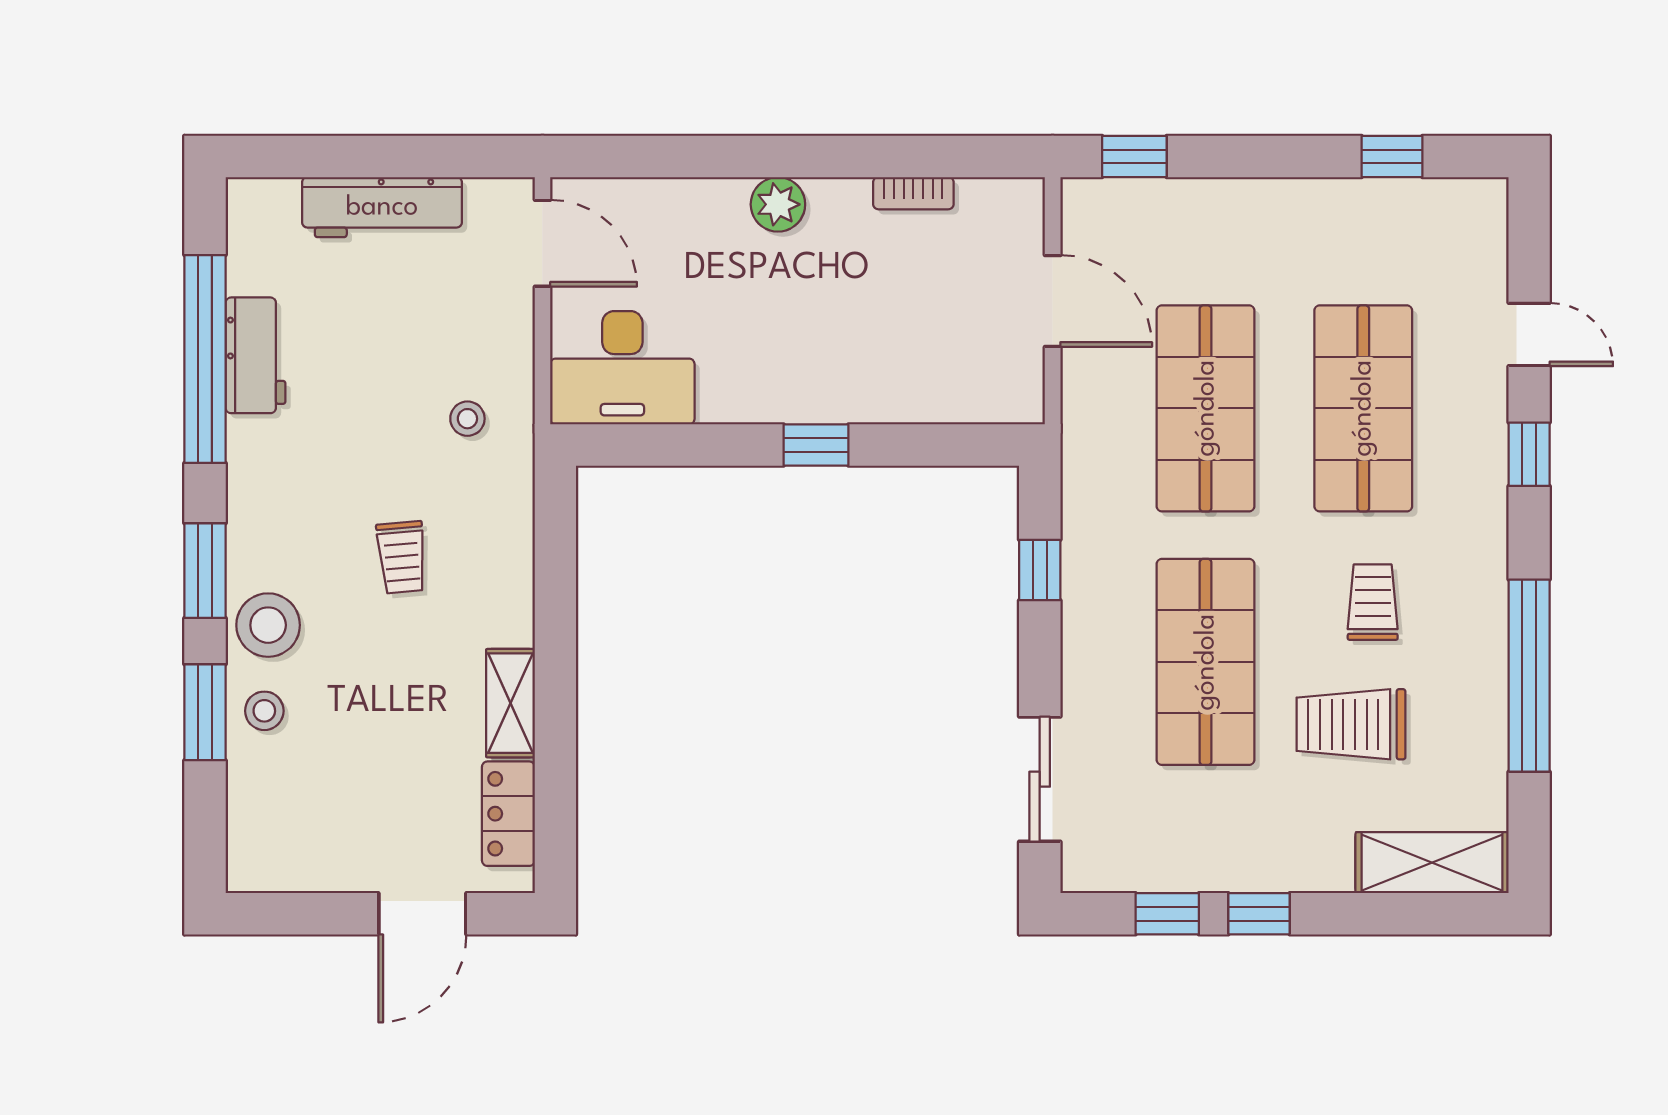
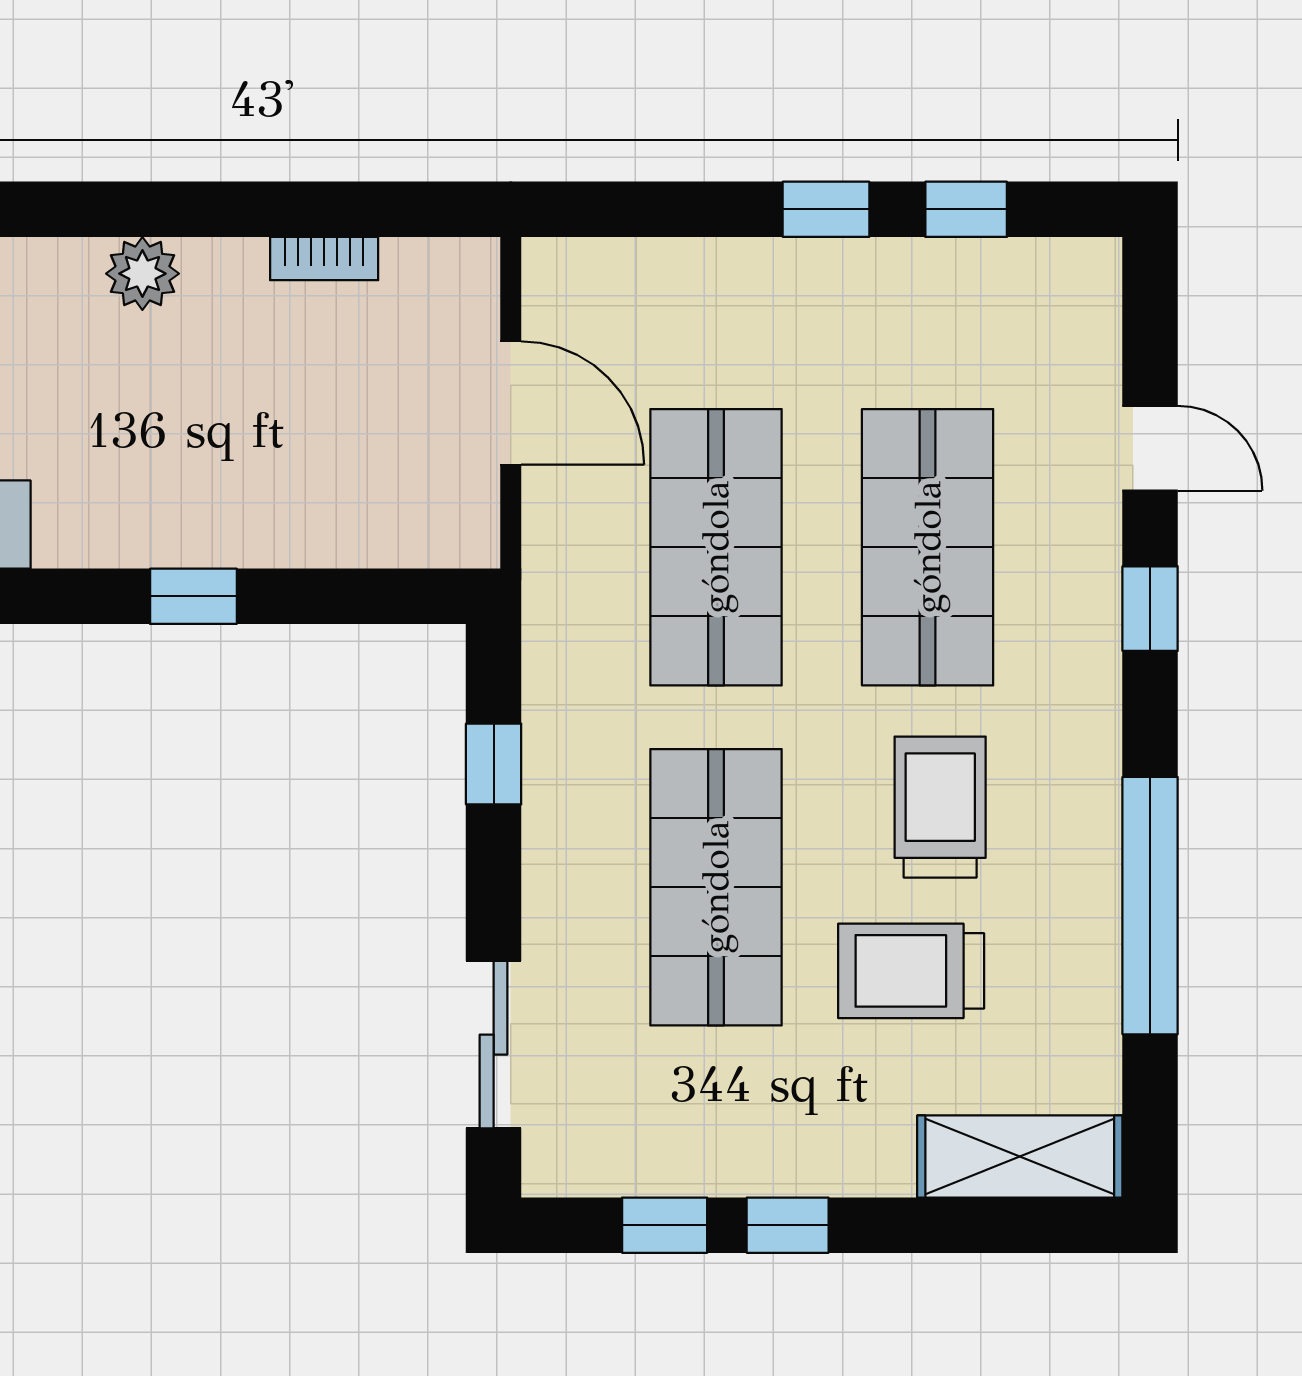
window: (1134, 156) -> (826, 209), moved
trolley: (1373, 602) -> (940, 807), width x1.36, depth x1.39

